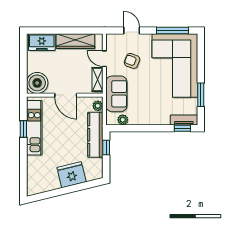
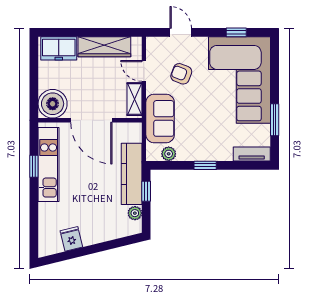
window: (173, 30) -> (236, 32), width x0.46
door: (66, 95) -> (91, 120), width x1.36
plant: (98, 106) -> (135, 213), moved
window: (182, 128) -> (205, 165), moved
fridge: (72, 175) -> (71, 239), moved, width x0.53, depth x0.75

